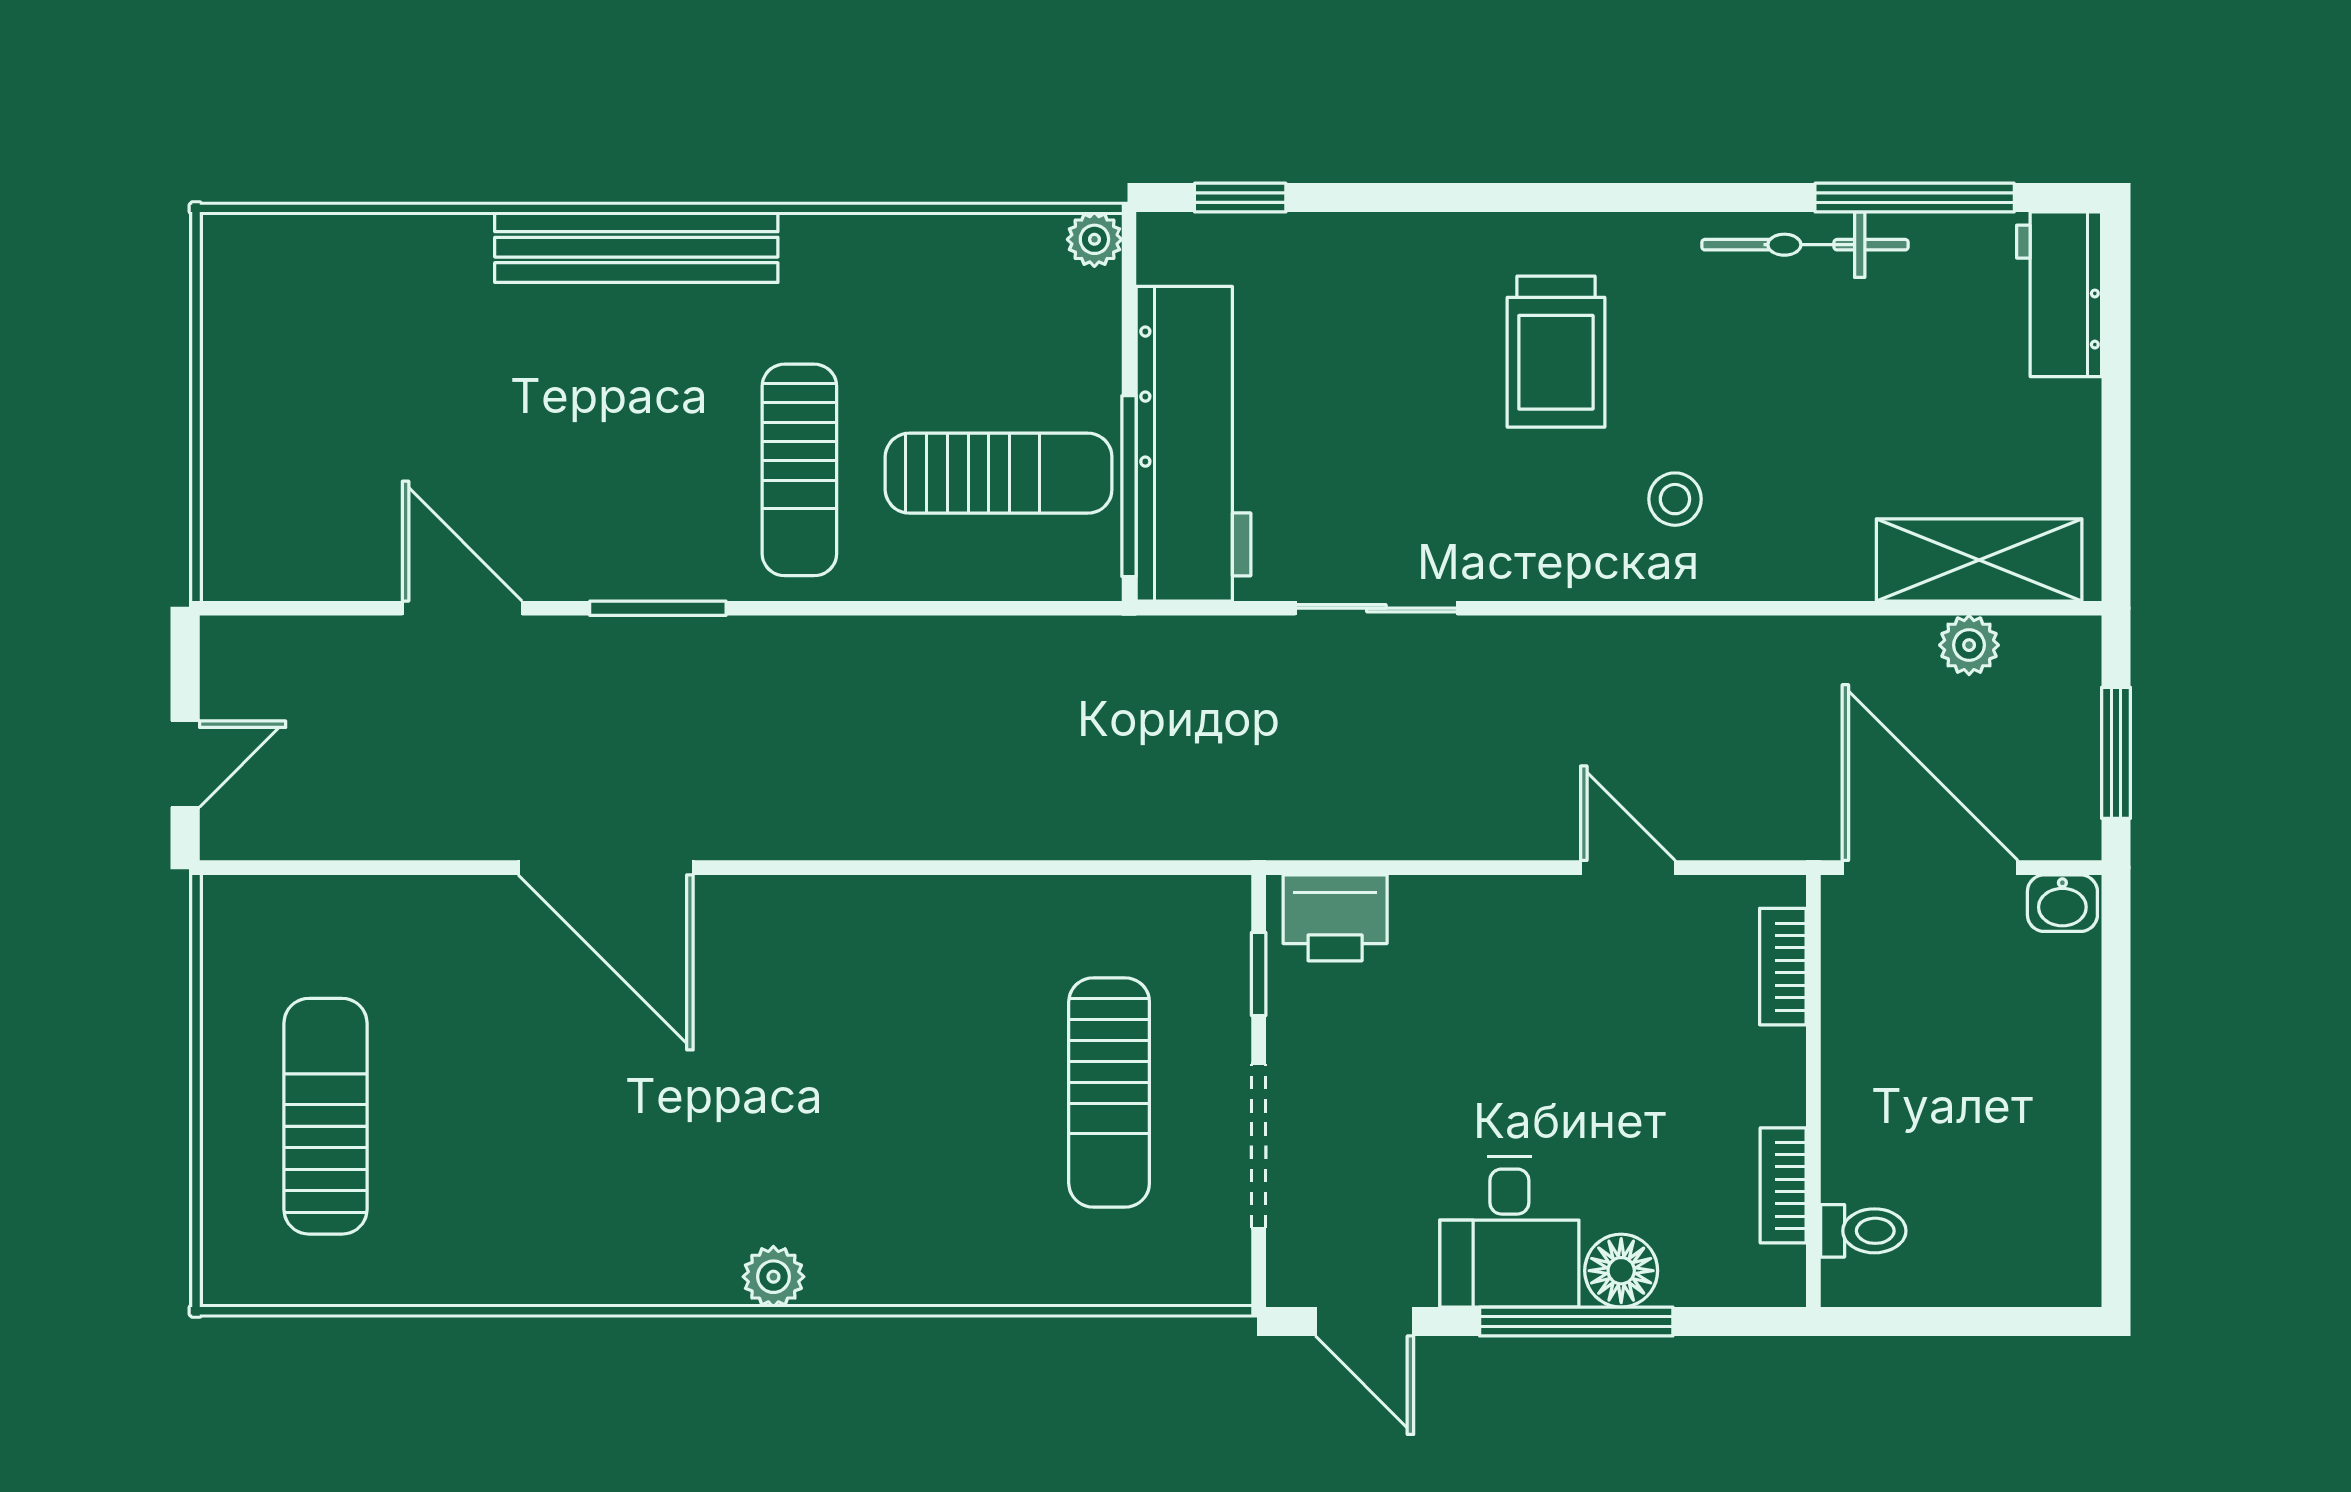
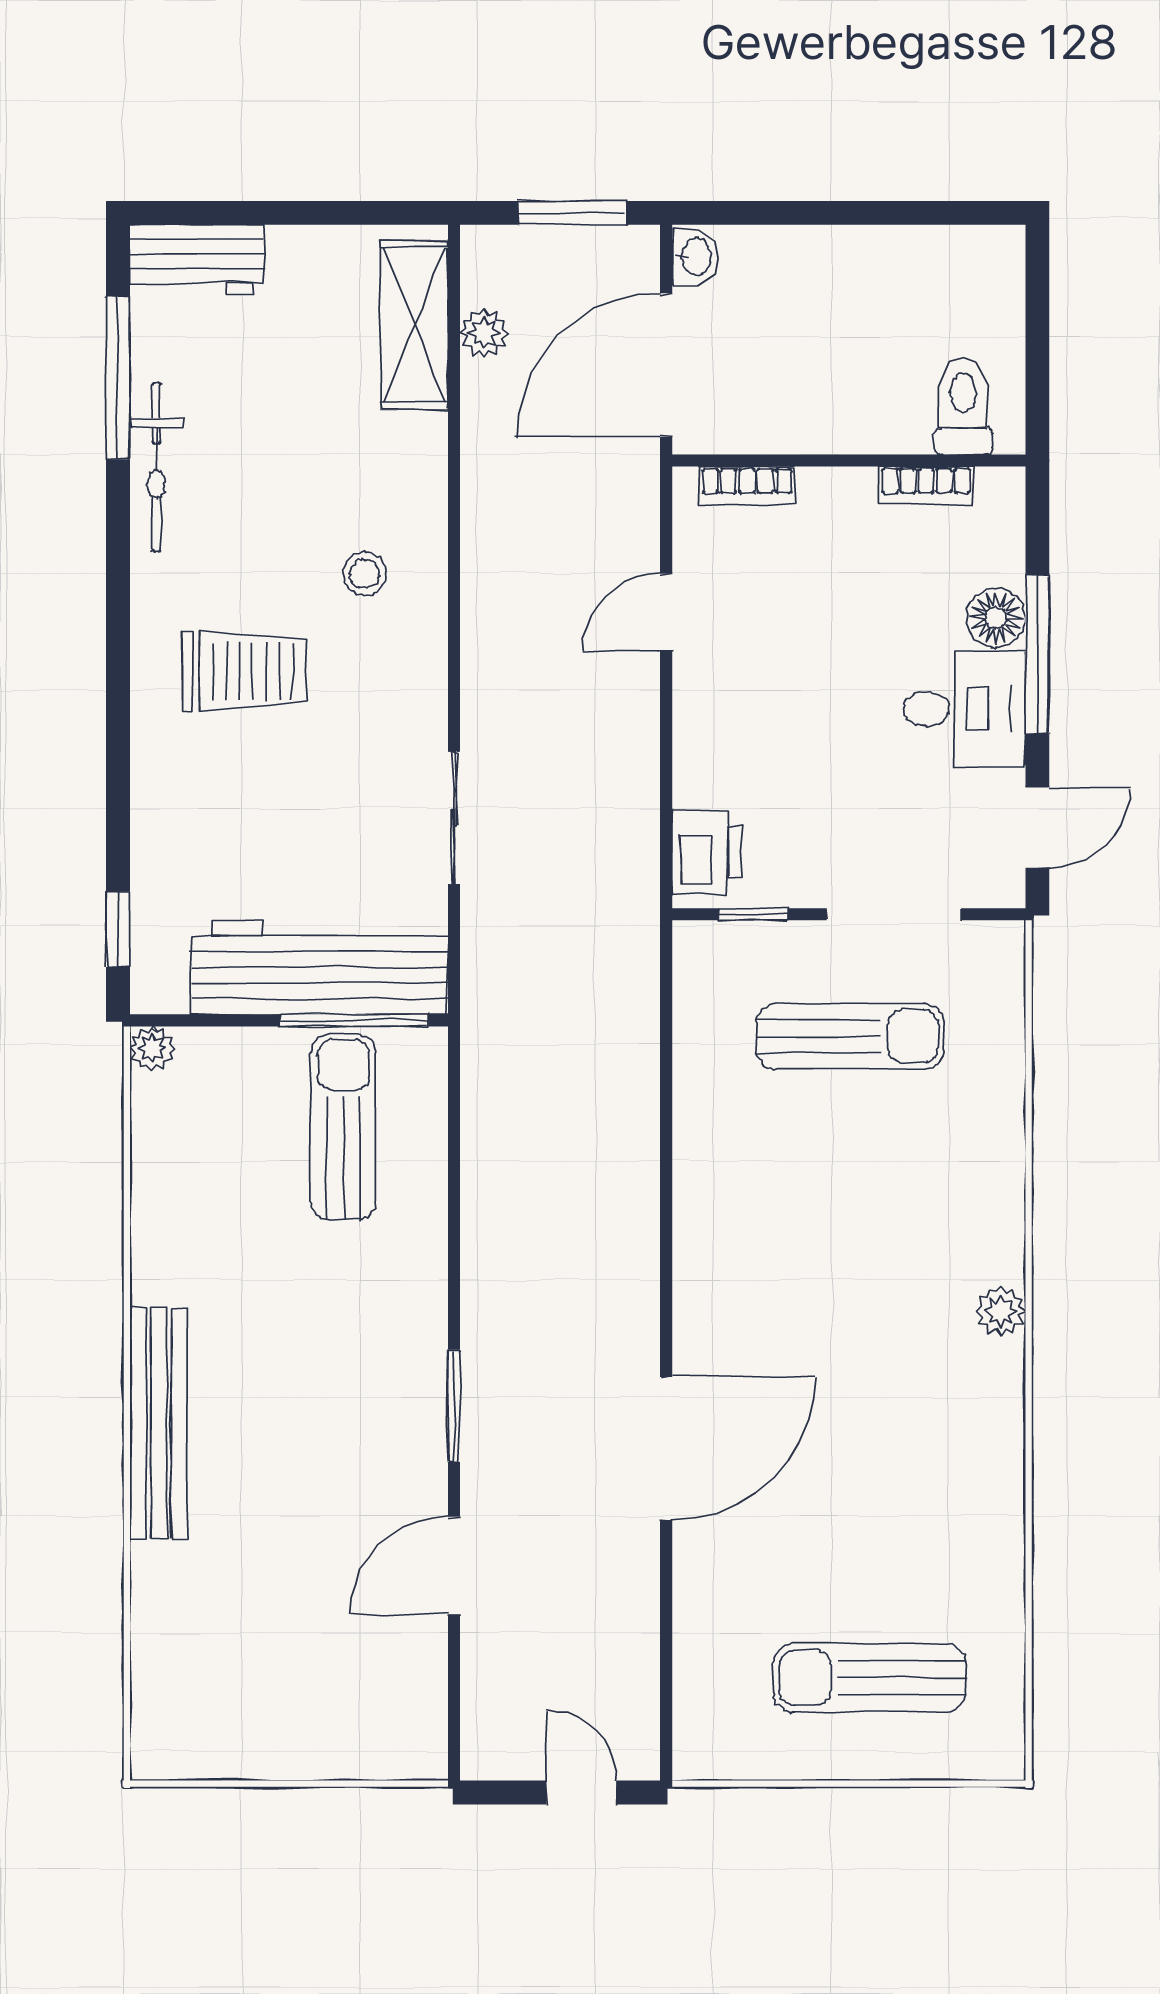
sun lounger: (799, 470) -> (341, 1290), removed
toilet: (1863, 1231) -> (963, 406), width x1.37, depth x1.39

